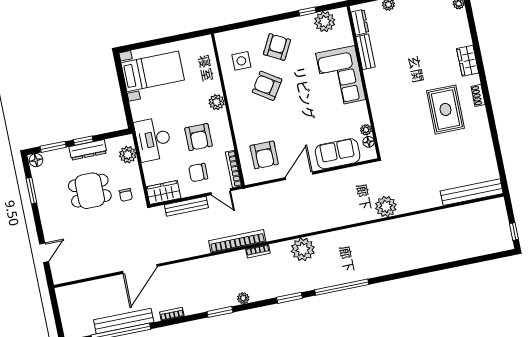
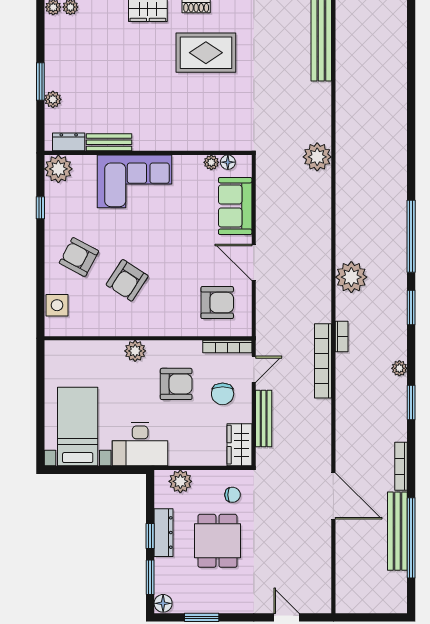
plant: (325, 22) -> (58, 169), moved
side table: (241, 61) -> (57, 305), moved
desk: (153, 139) -> (140, 444), moved
bookcase: (172, 314) -> (401, 466), width x1.56

